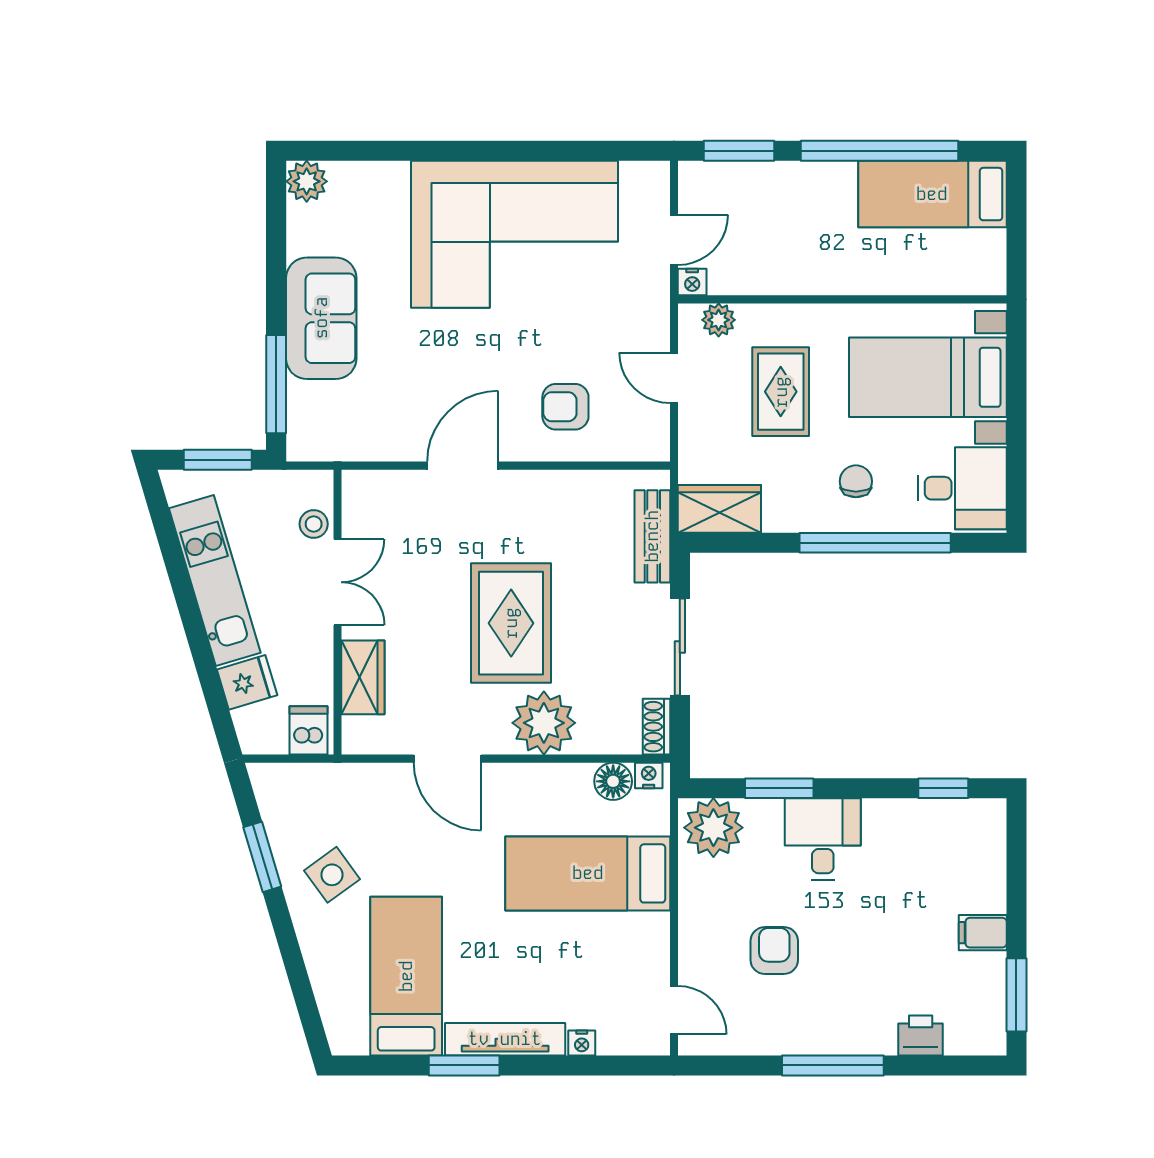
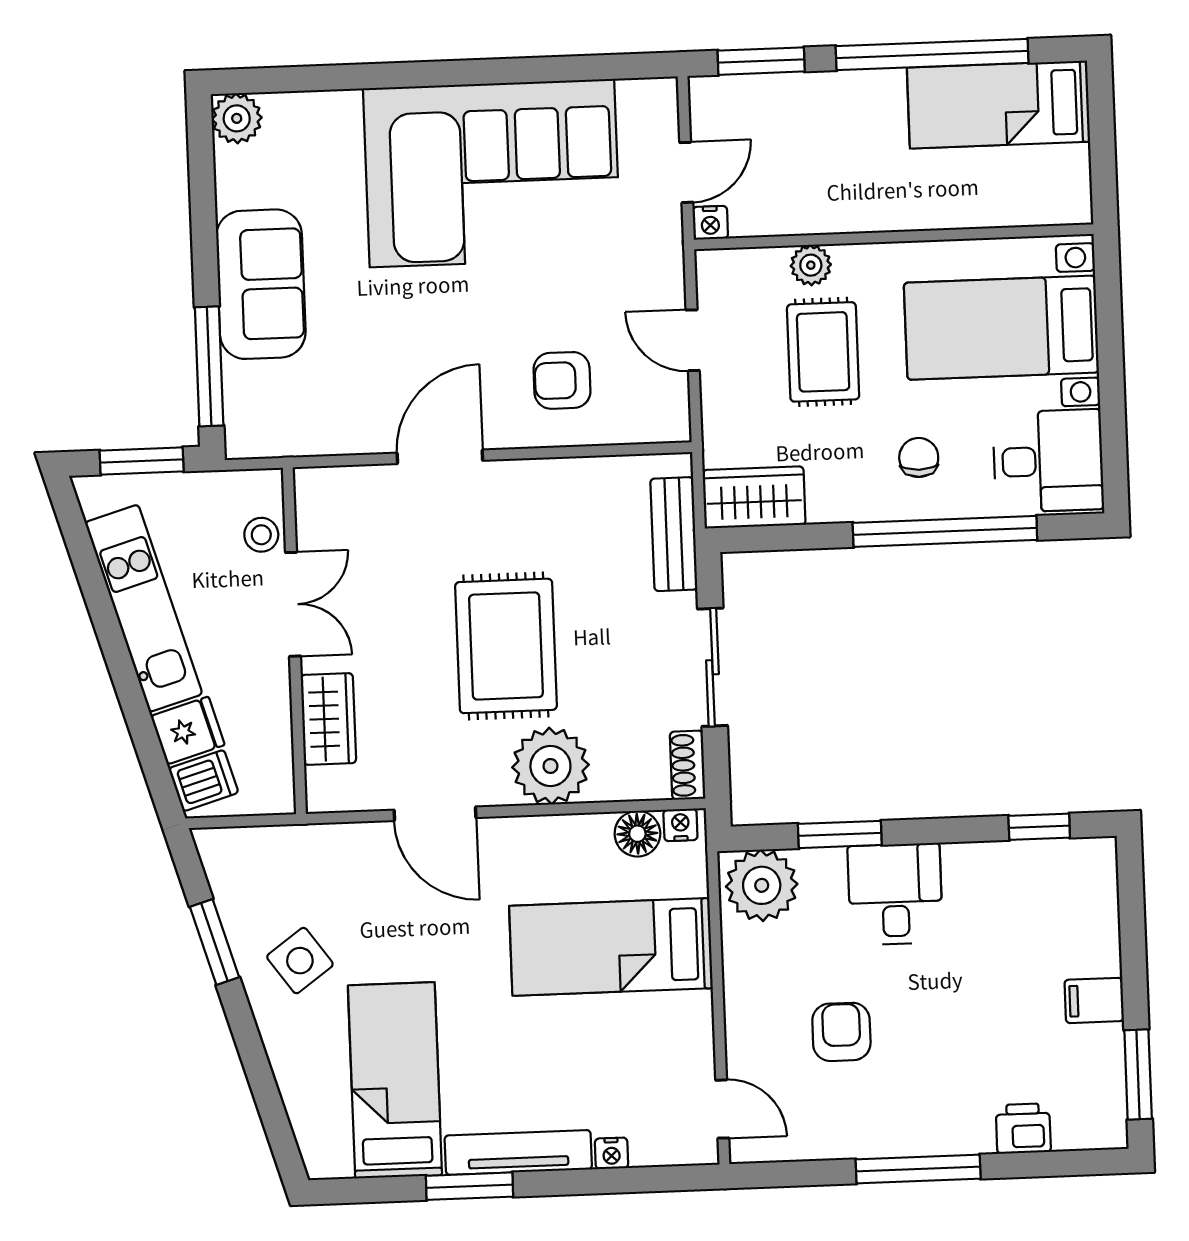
plant: (719, 320) -> (811, 265), moved
dishwasher: (308, 730) -> (203, 781), moved, turned 73

